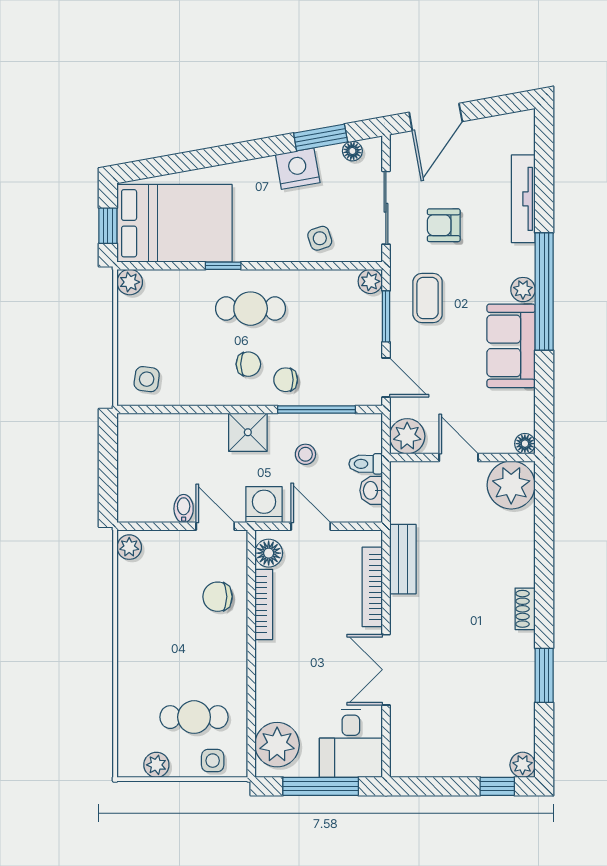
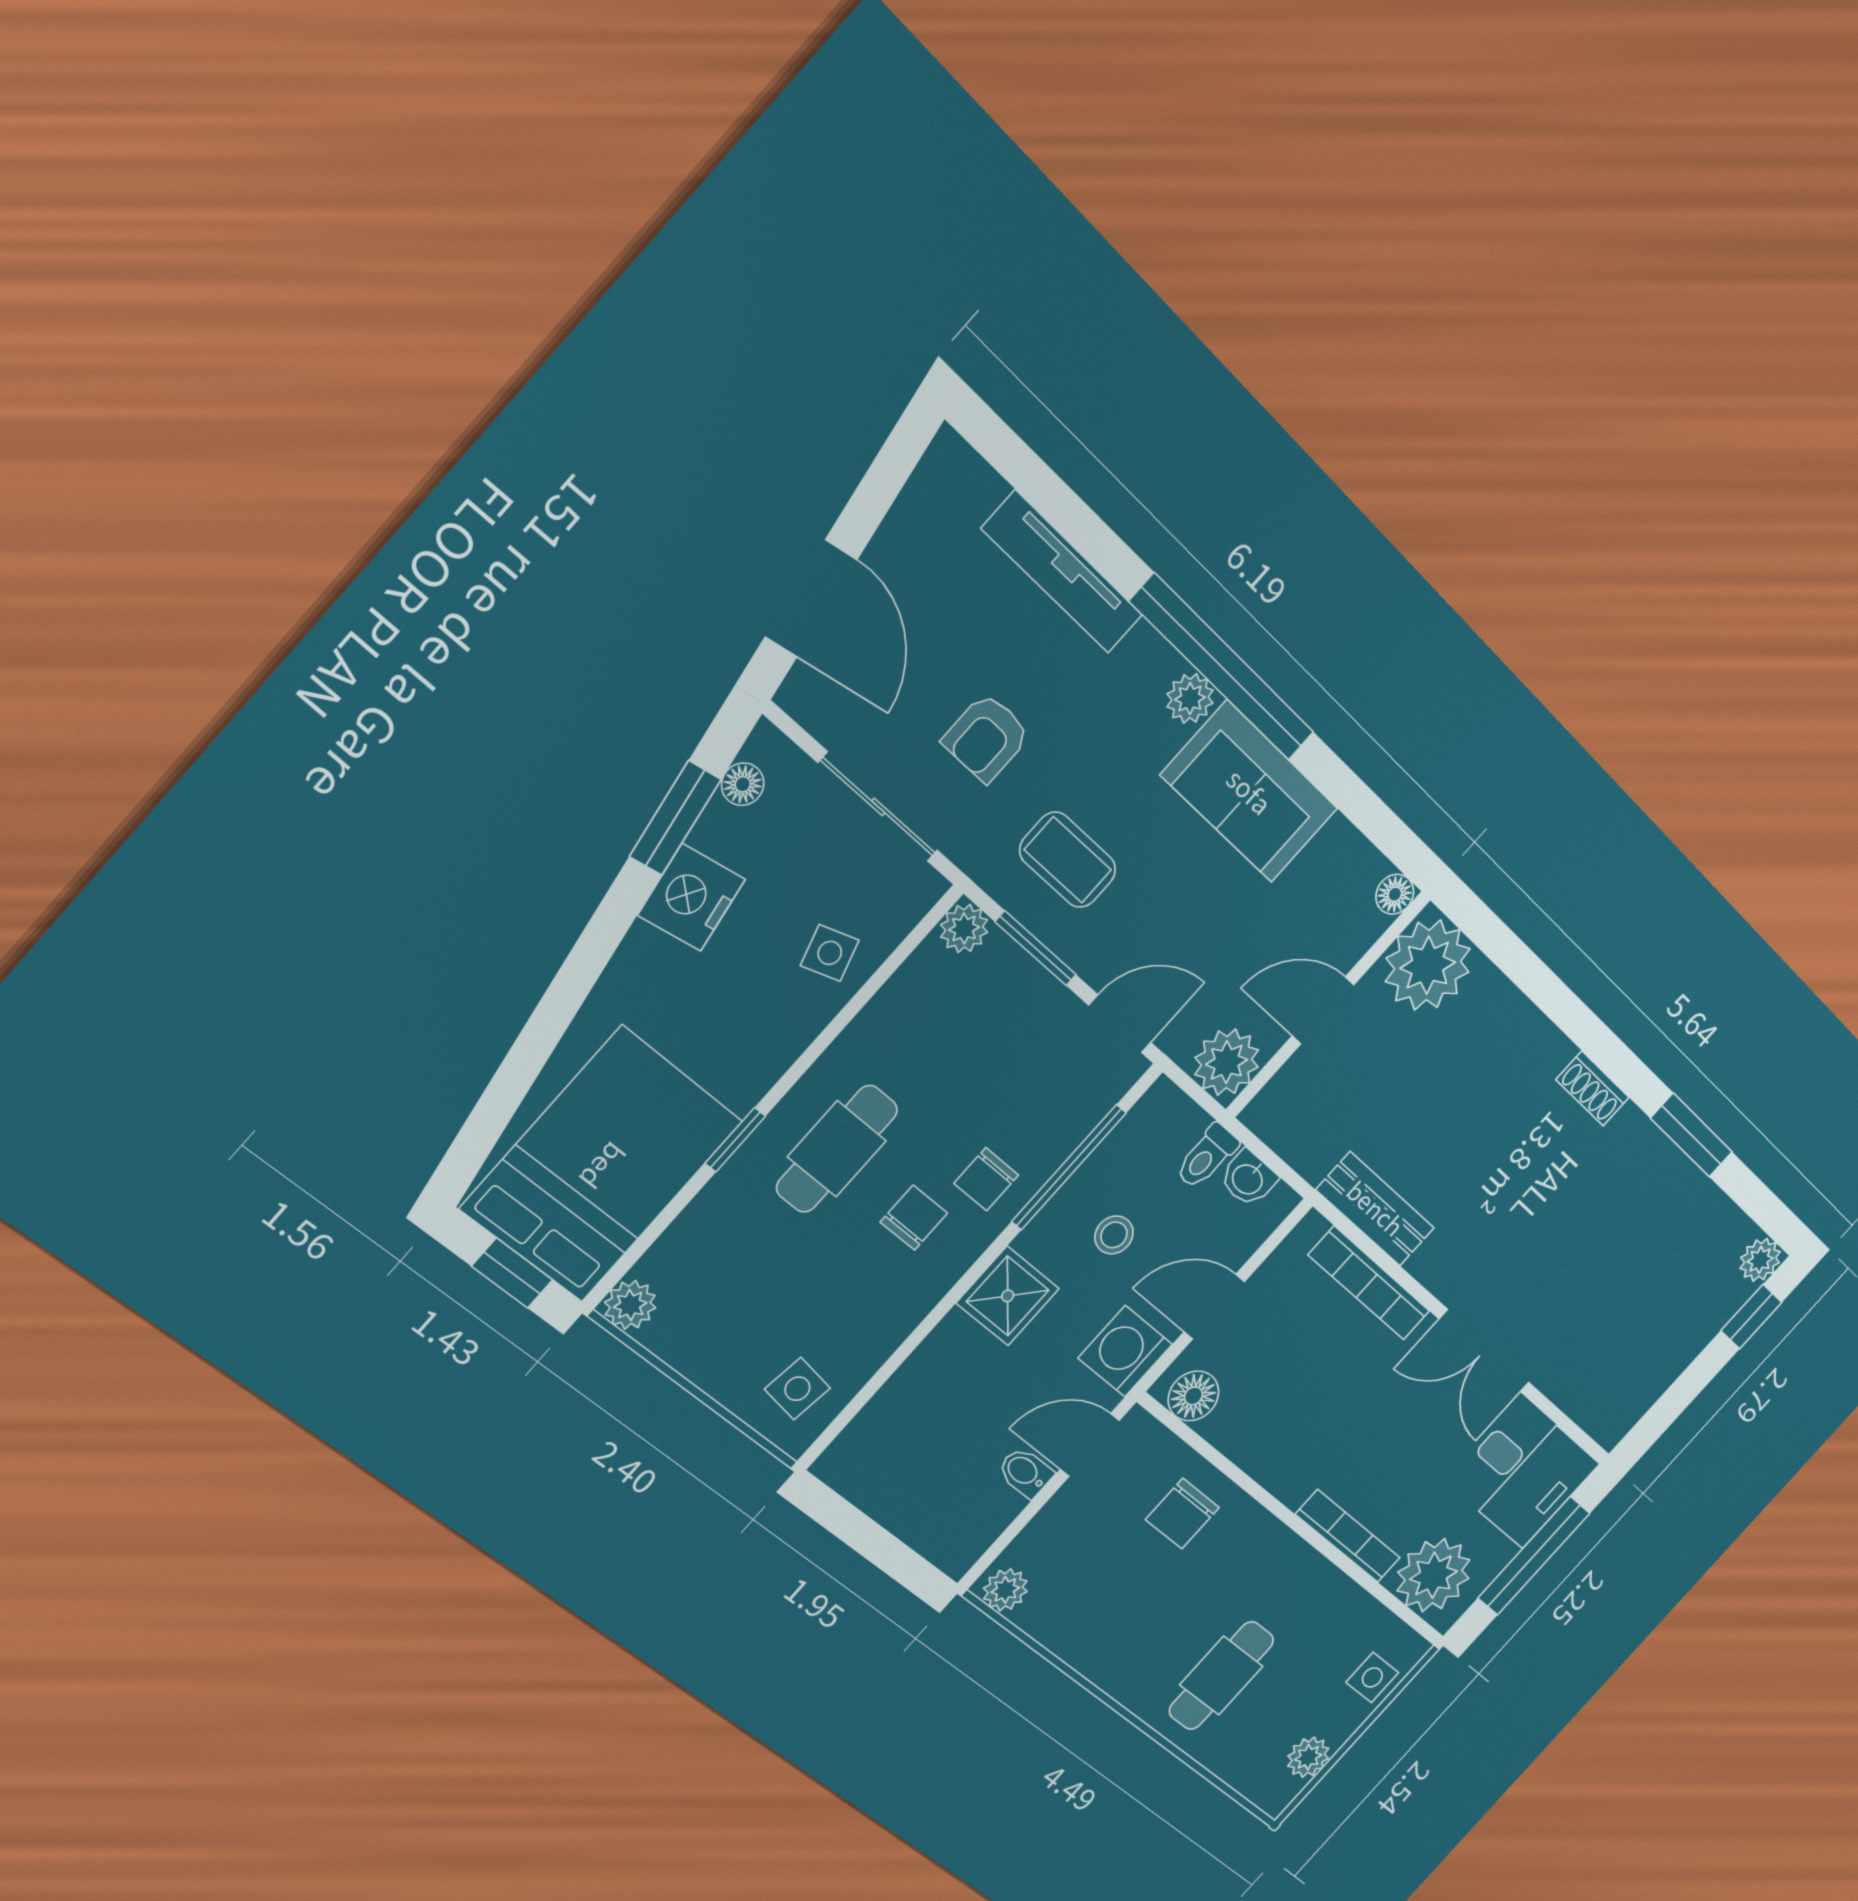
bookcase: (264, 604) -> (1348, 1536), moved
cafe table: (194, 717) -> (1221, 1676), moved

